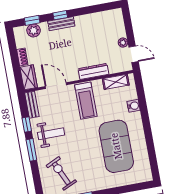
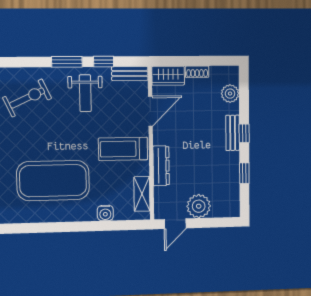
window: (32, 20) -> (244, 173), moved
plant: (123, 43) -> (199, 206), width x1.88, depth x1.88

